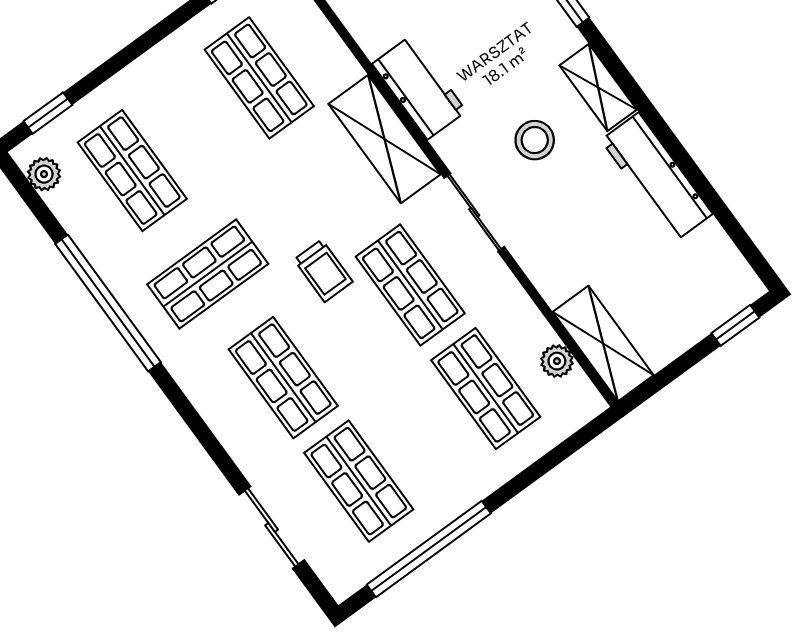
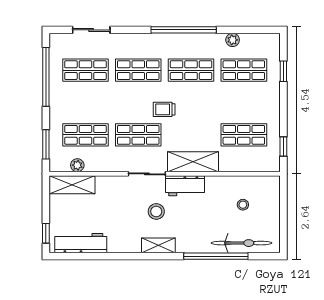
workbench: (419, 88) -> (185, 186), moved
window: (48, 113) -> (283, 71), moved
plant: (44, 174) -> (233, 40), moved
workbench: (657, 177) -> (81, 243), moved
shop shelf: (208, 274) -> (191, 70), turned 90
window: (108, 303) -> (184, 30), moved
window: (561, 452) -> (46, 144), added

